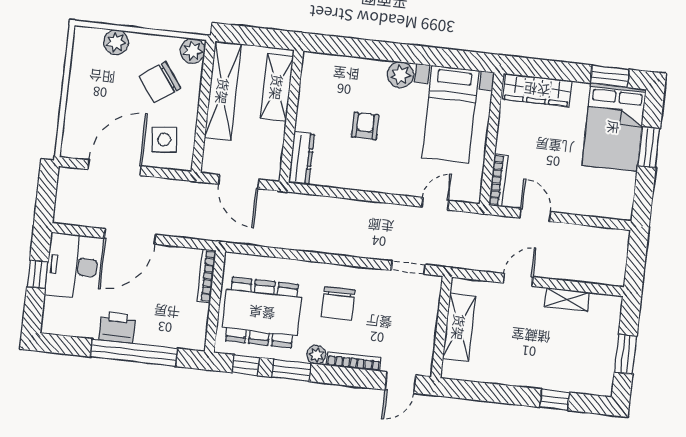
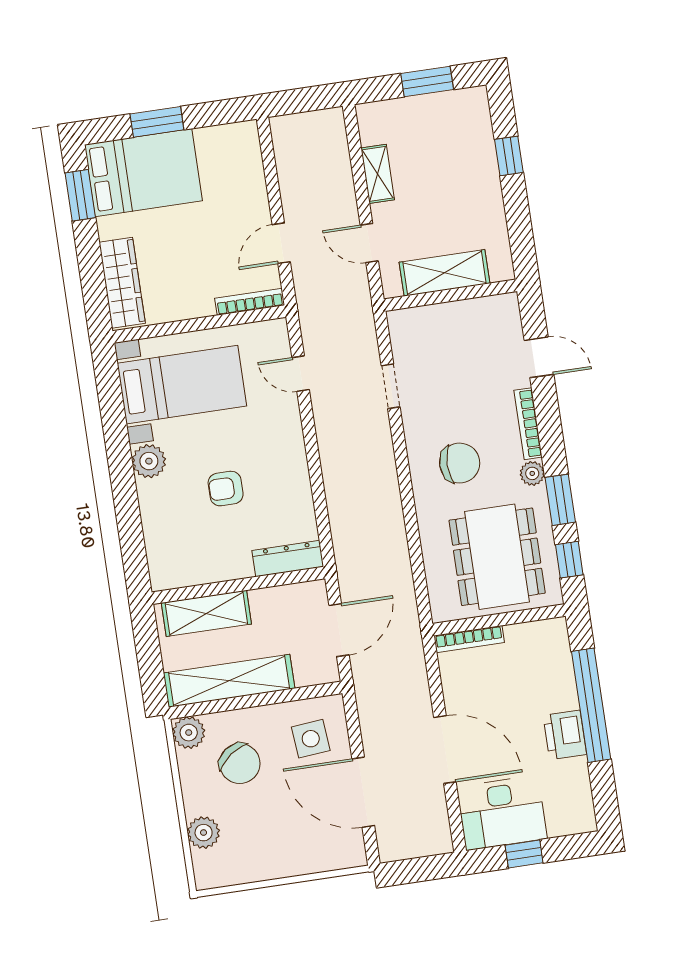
wall: (442, 327) -> (450, 295), moved
shelving: (459, 327) -> (445, 273), moved

